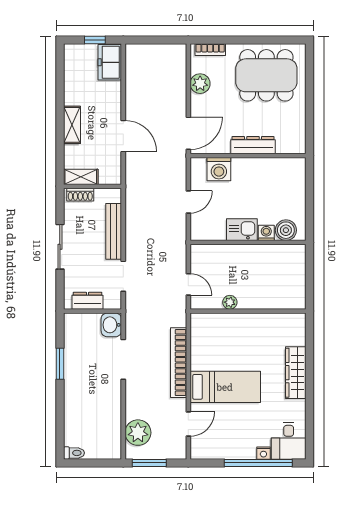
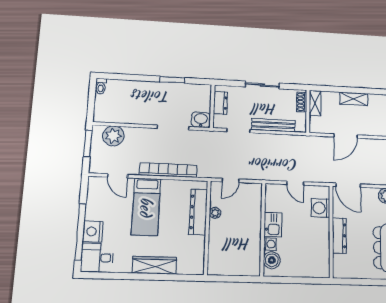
dresser: (230, 323) -> (198, 212), added
nightstand: (263, 453) -> (93, 231), width x1.89, depth x1.79

